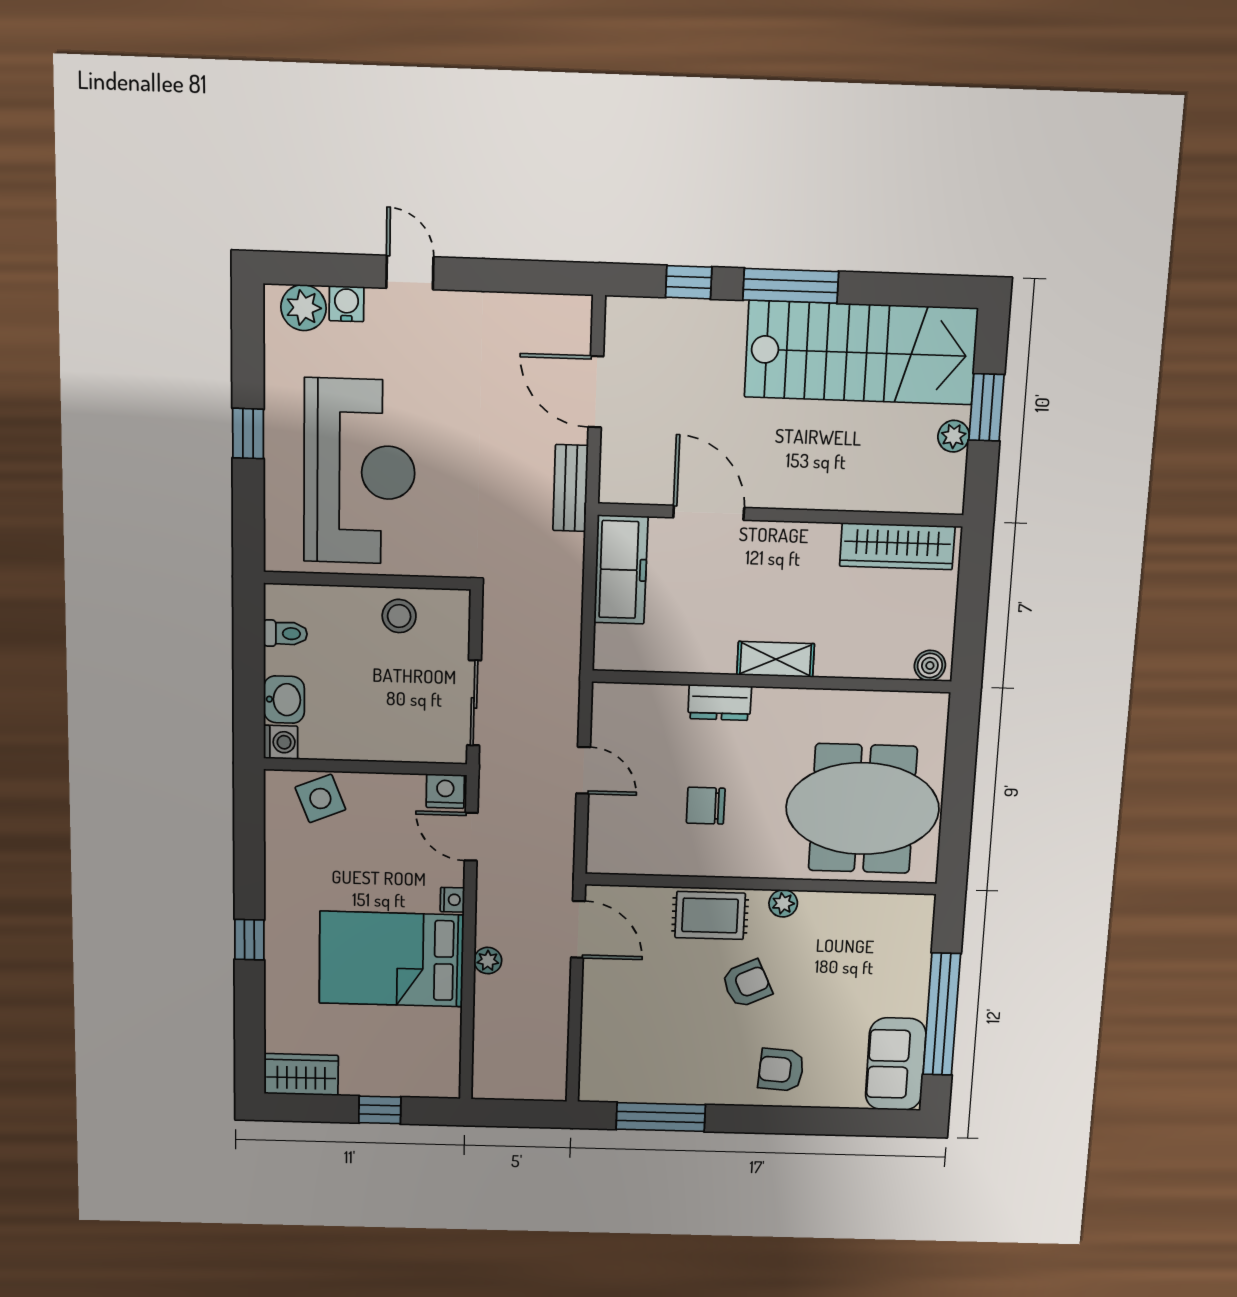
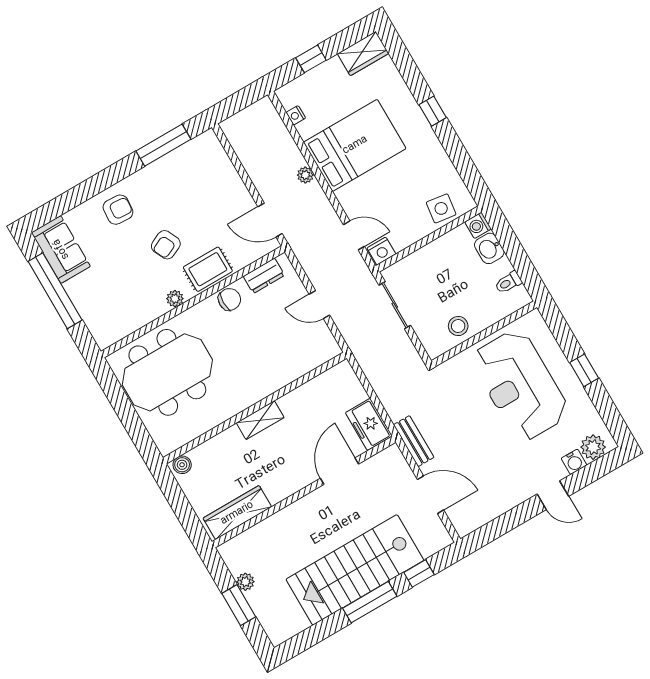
stairs: (861, 353) -> (355, 570), moved
door: (709, 513) -> (339, 471), swing flipped
freezer: (621, 570) -> (369, 424), width x0.71
dresser: (720, 702) -> (264, 276), moved, turned 180
side table: (320, 798) -> (441, 208), turned 30
chair: (706, 806) -> (229, 299), moved
nightstand: (452, 900) -> (296, 115), moved

